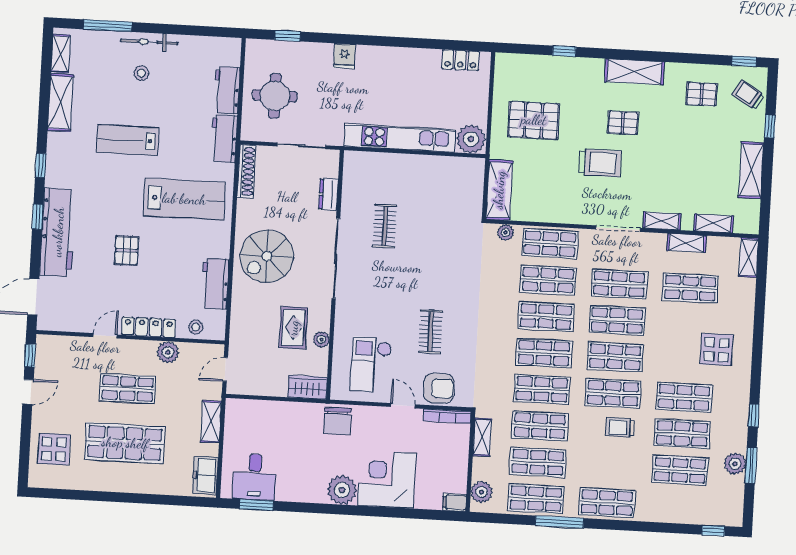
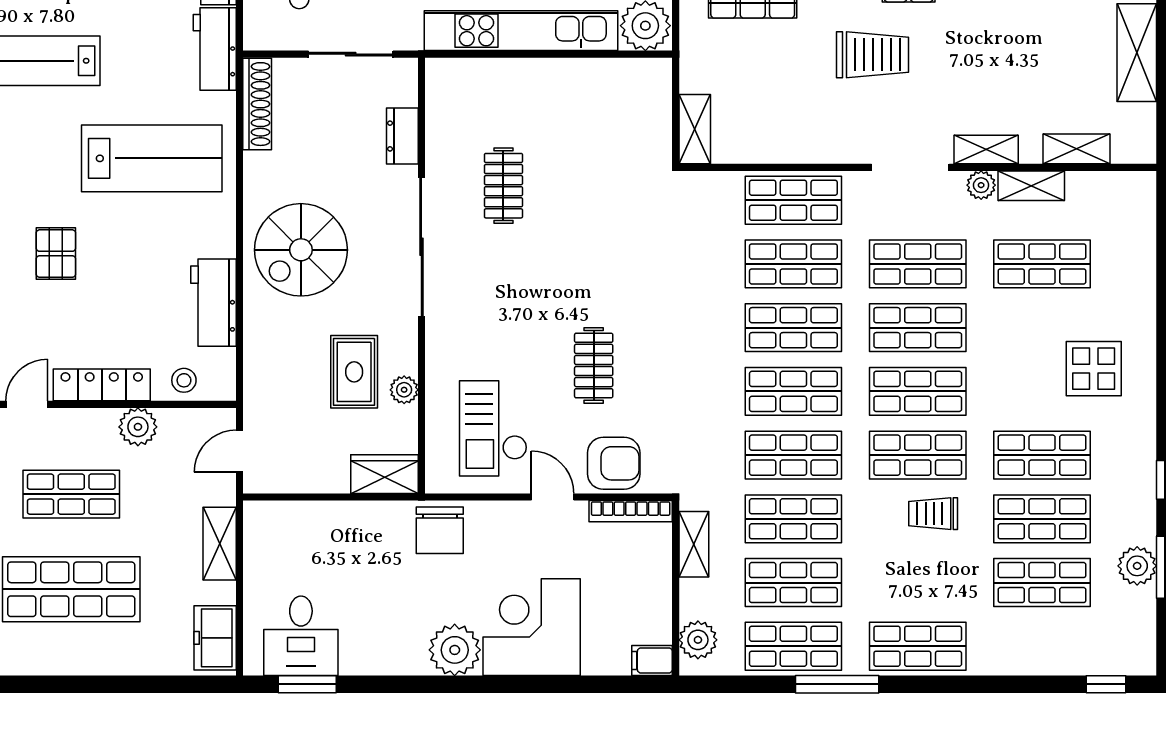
shelving: (499, 190) -> (695, 129), width x0.67, depth x0.75
plant: (506, 232) -> (981, 185), moved
shelving: (749, 257) -> (1141, 205), removed

